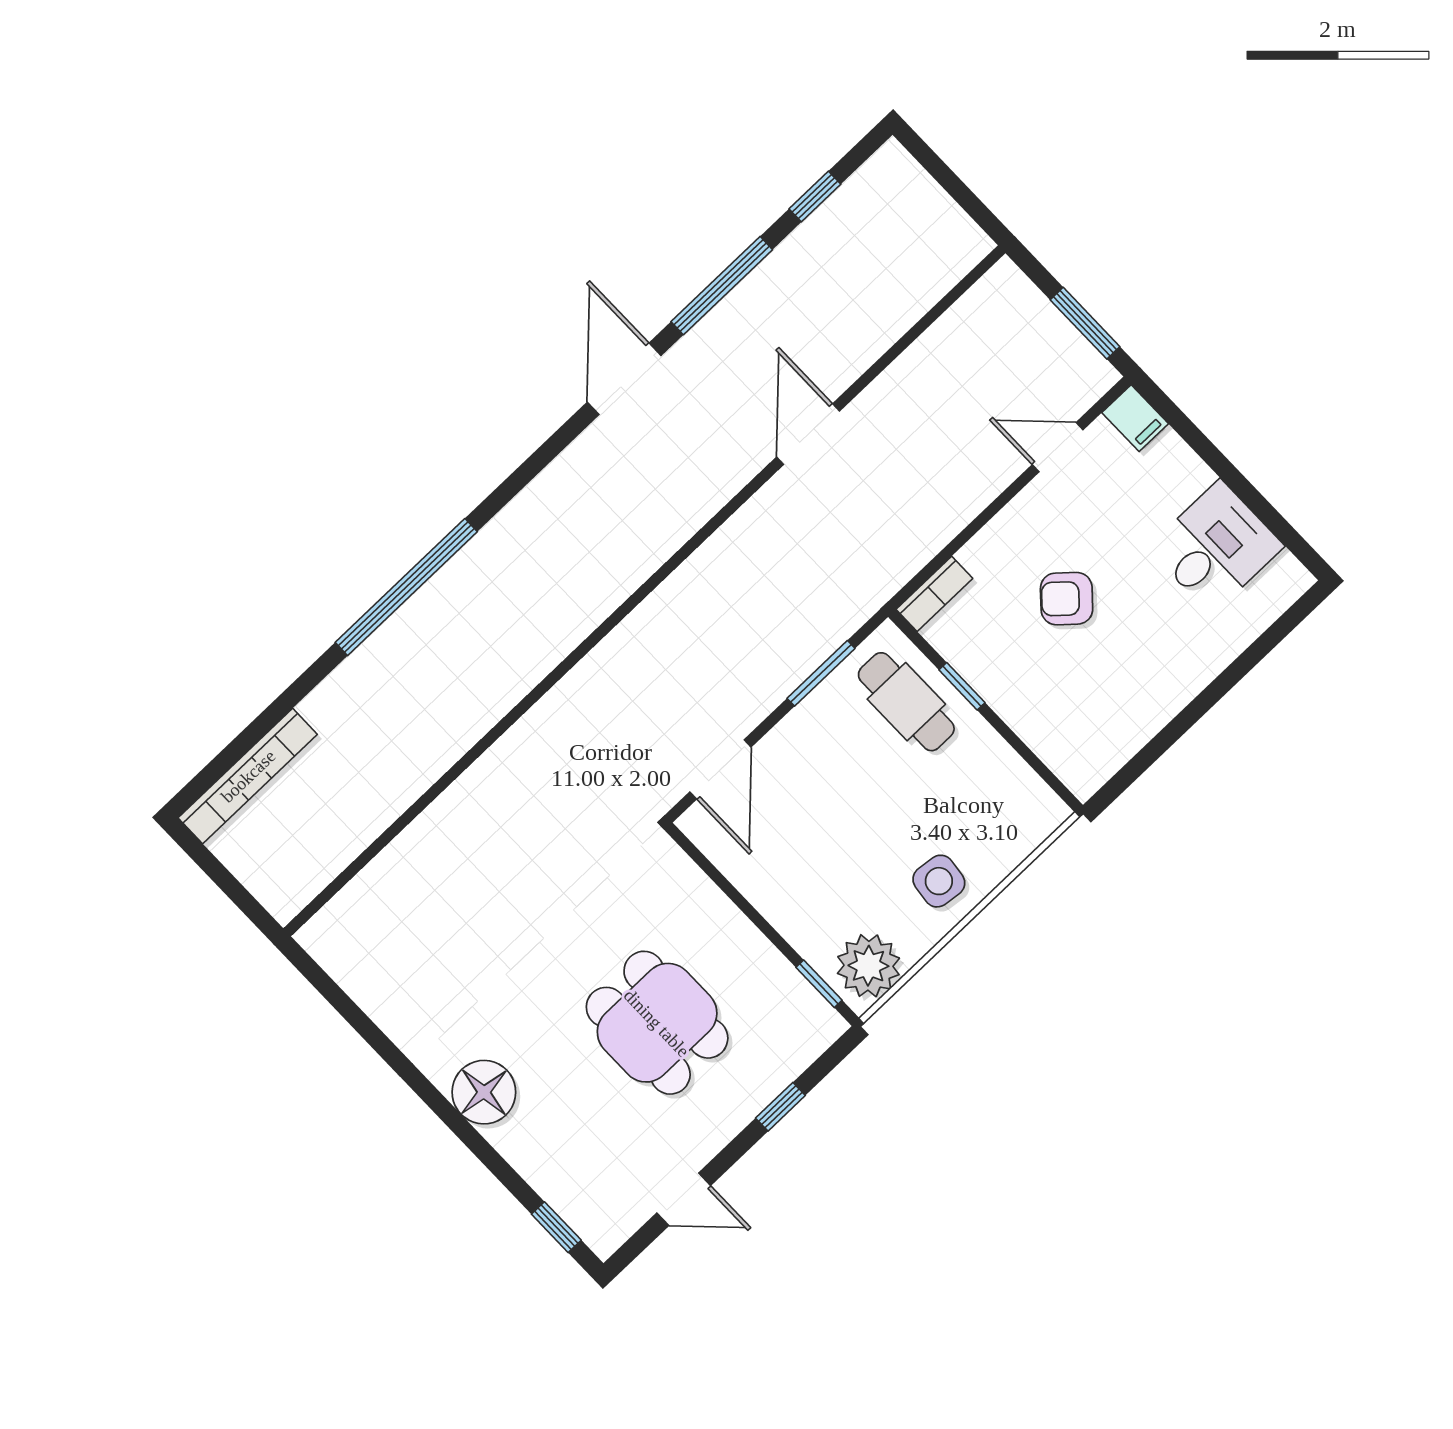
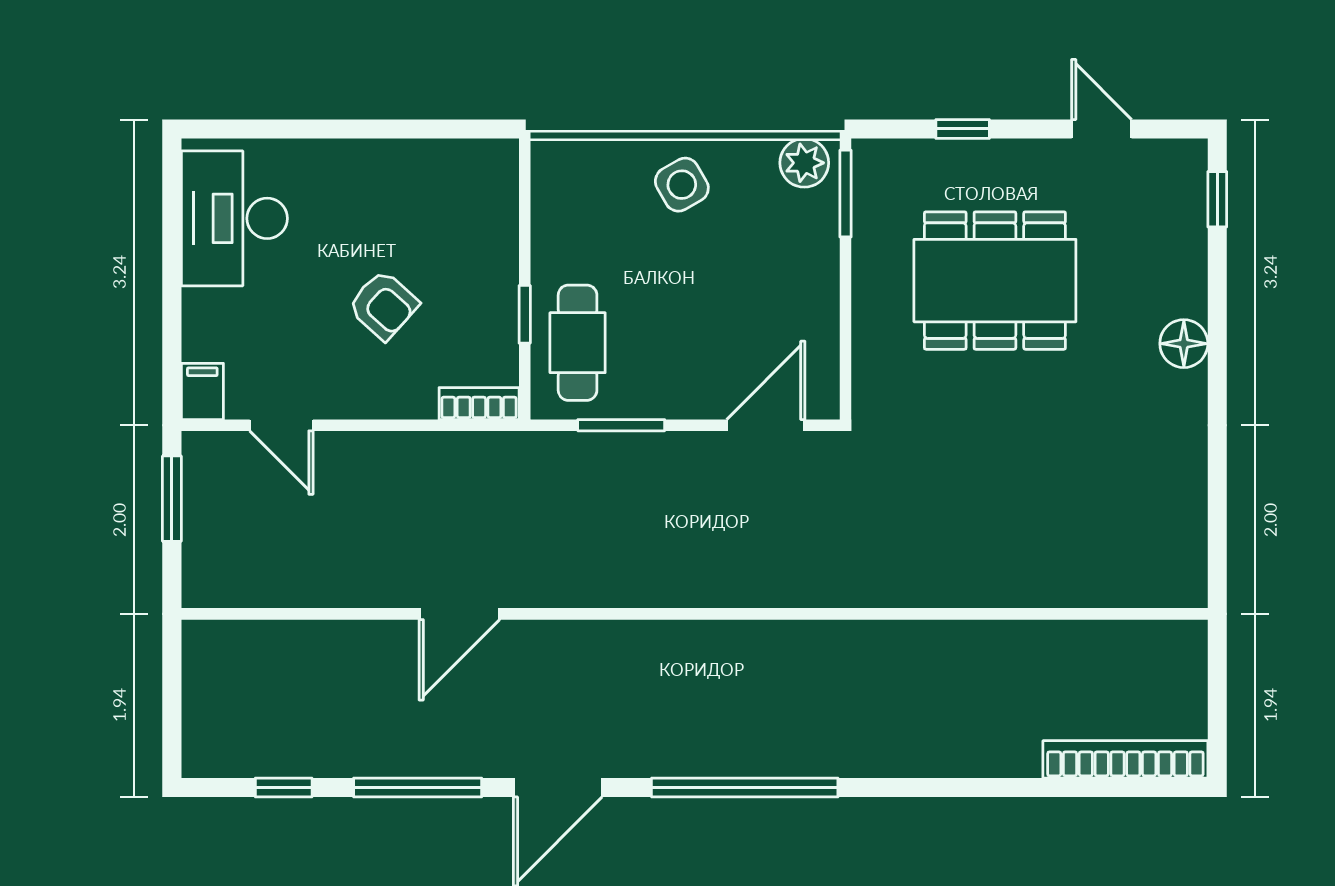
desk: (1216, 547) -> (234, 218), width x1.37
window: (406, 587) -> (745, 788), moved
side table: (939, 881) -> (682, 185), turned -37
plant: (868, 966) -> (804, 163), width x0.73, depth x0.73
window: (819, 984) -> (845, 194), width x1.50
dining table: (657, 1023) -> (995, 281), width x1.37
floor lamp: (484, 1092) -> (1184, 344), width x0.73, depth x0.73

